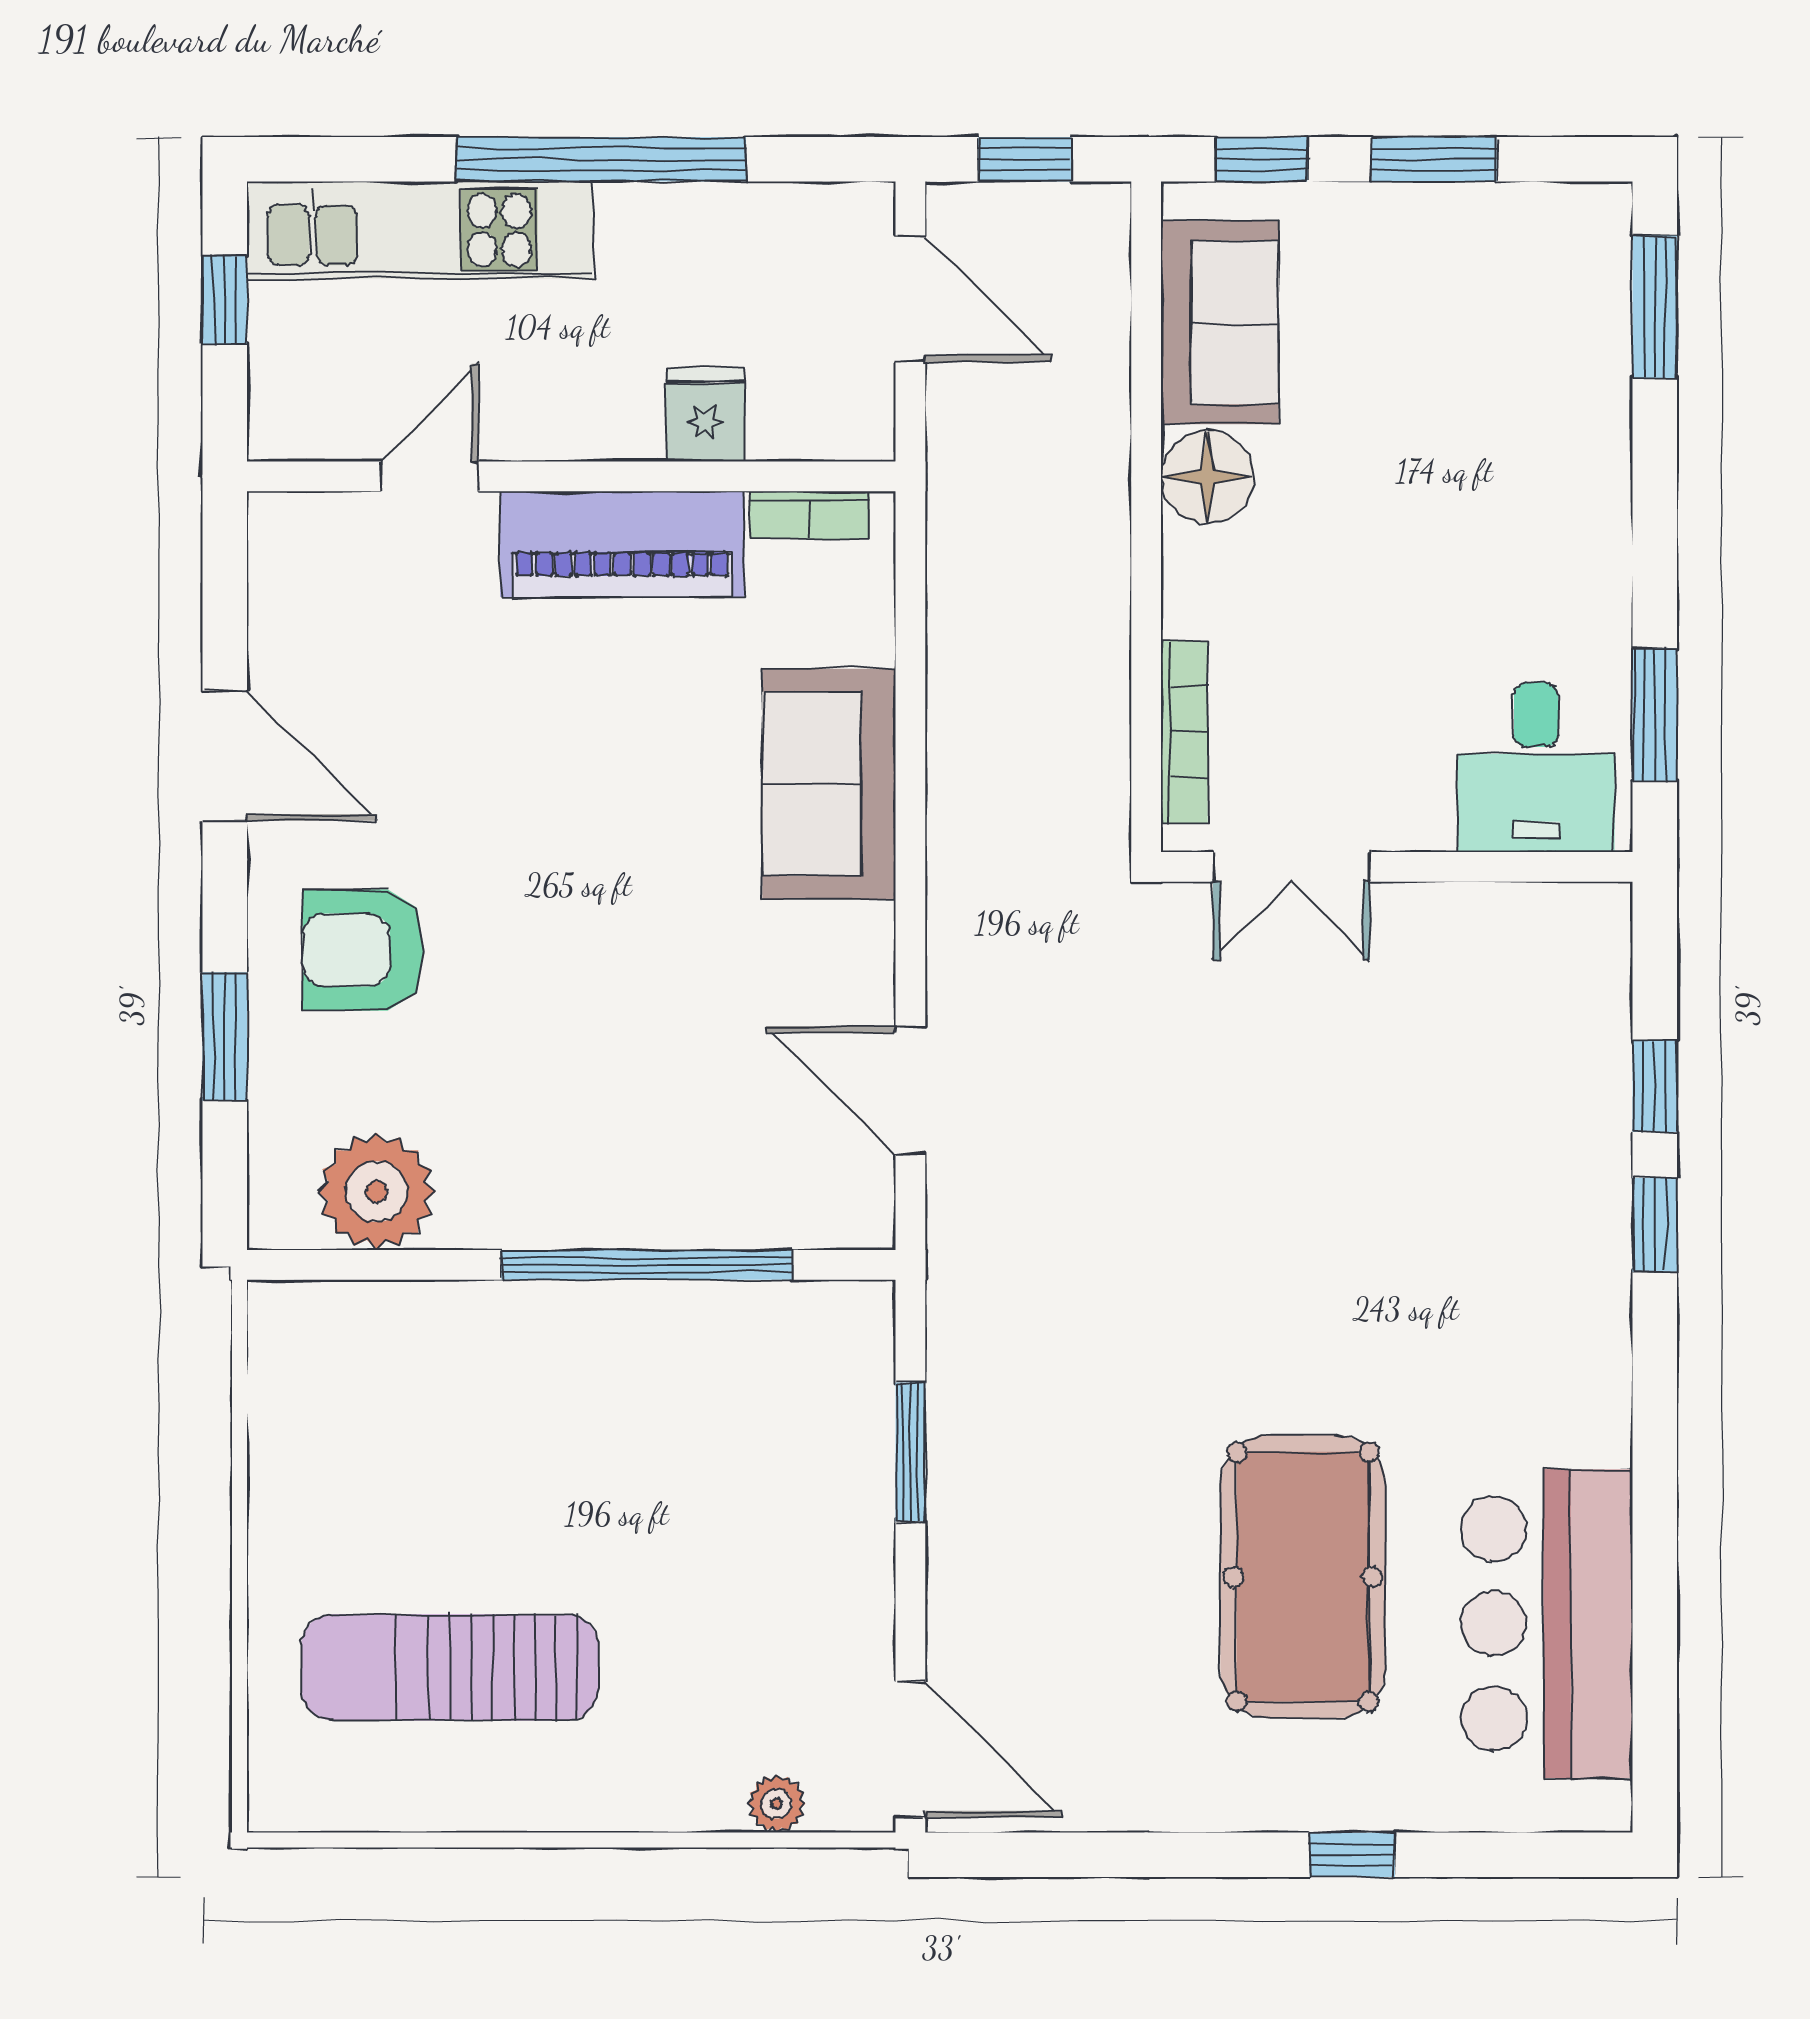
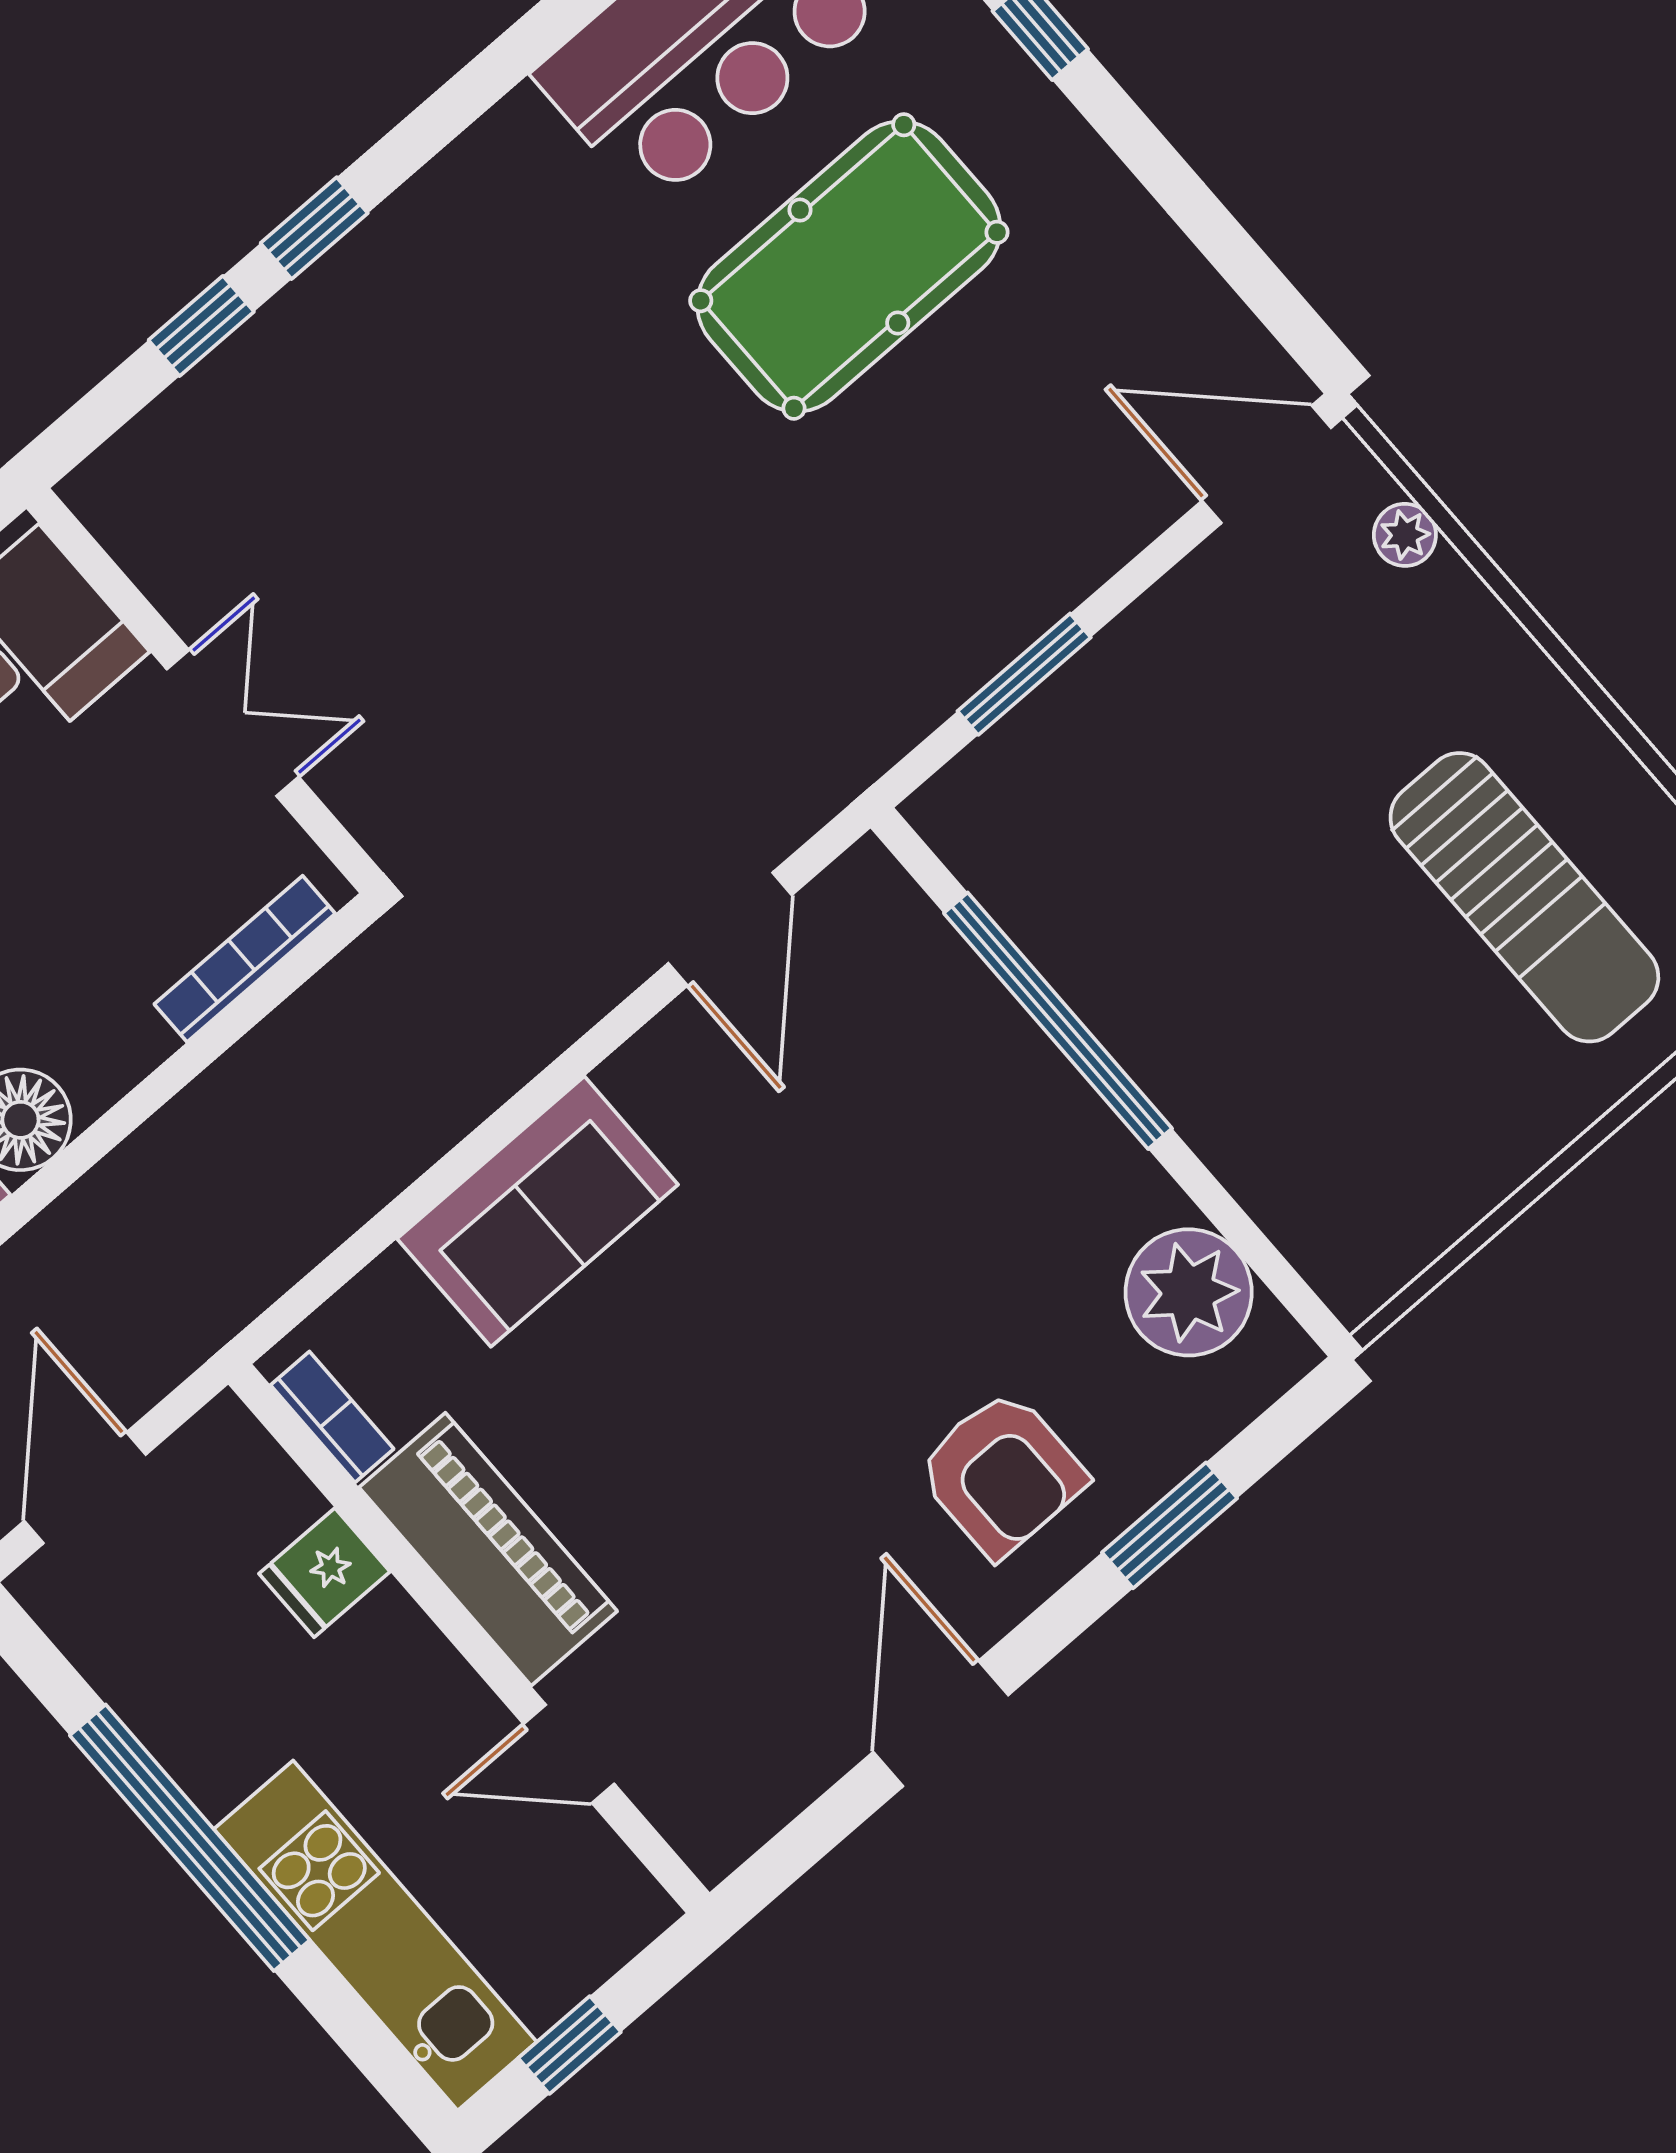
double door: (1291, 867) -> (233, 723), moved
door: (910, 1750) -> (1267, 464), hinge flipped

